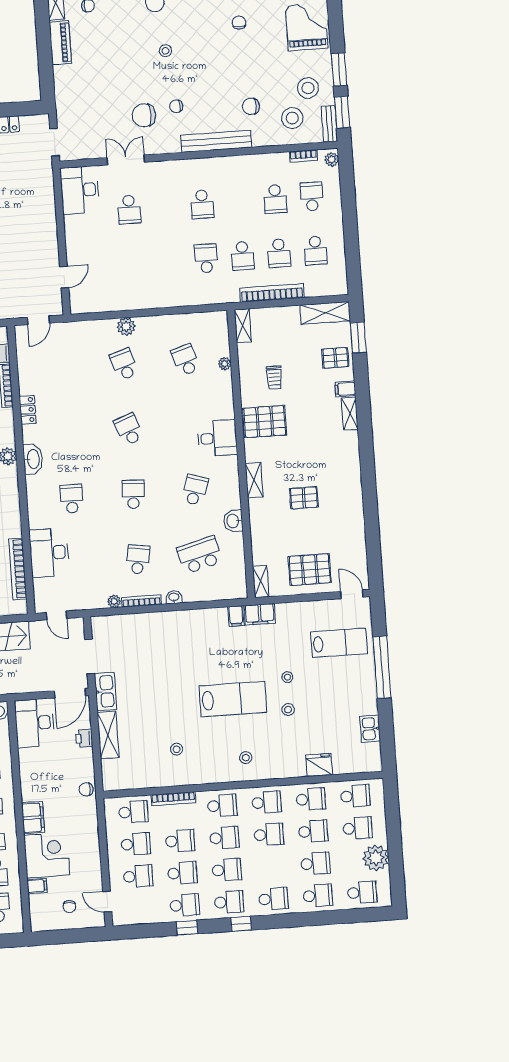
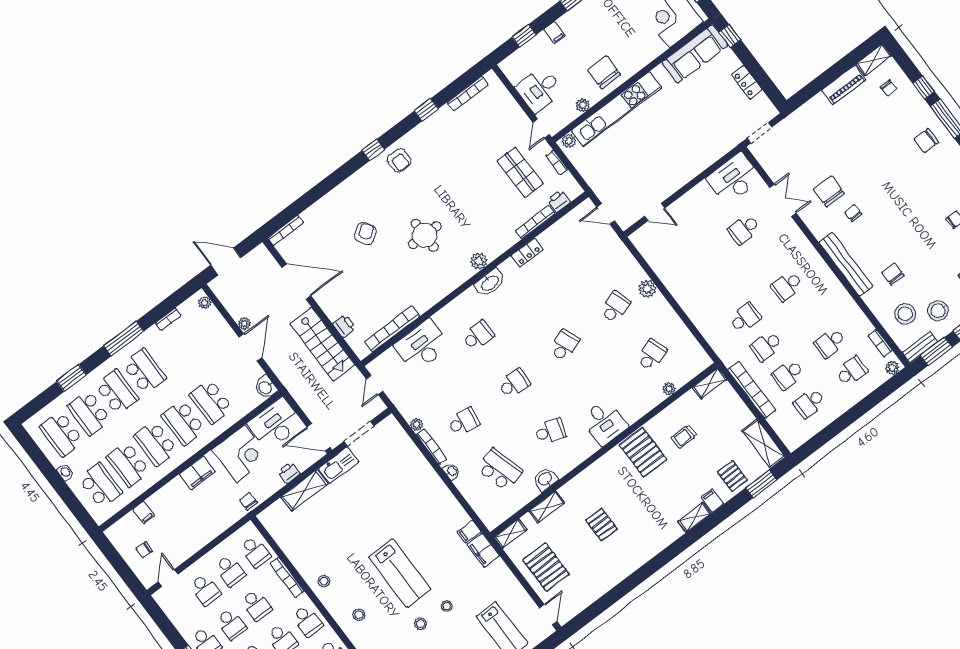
stool: (166, 51) -> (893, 175), removed
shelving: (254, 480) -> (547, 507), moved
stool: (177, 749) -> (324, 581), moved
corner desk: (47, 855) -> (241, 453), moved

